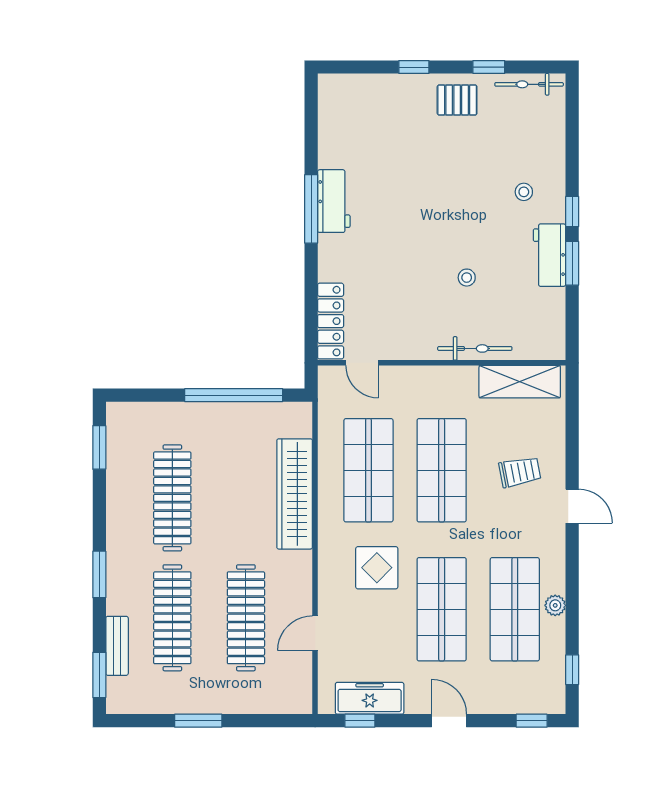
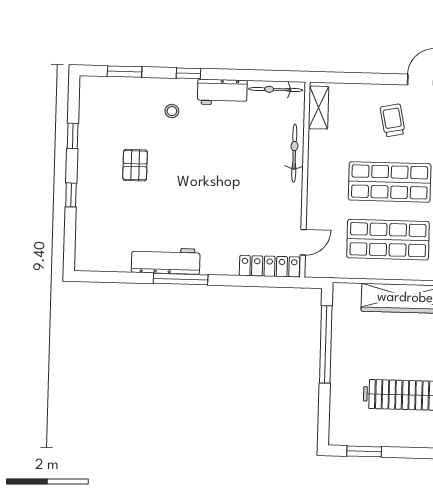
bicycle: (529, 84) -> (276, 89), moved, turned 90
pallet: (457, 100) -> (135, 165), moved
workbench: (334, 201) -> (166, 261), width x1.37
window: (572, 263) -> (125, 72), moved
stool: (467, 278) -> (238, 158), removed
shelving: (520, 382) -> (319, 108), width x0.67, depth x0.75

